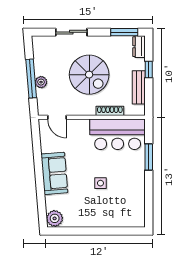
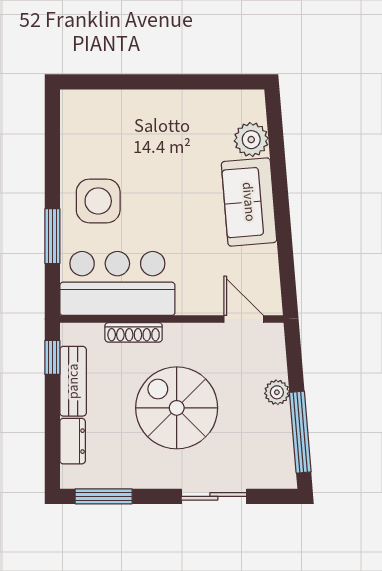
dresser: (139, 47) -> (73, 441), moved
window: (149, 69) -> (52, 357), moved
window: (31, 79) -> (300, 432), moved
side table: (100, 183) -> (98, 201), moved, width x1.87, depth x1.87
plant: (55, 218) -> (251, 140), moved

